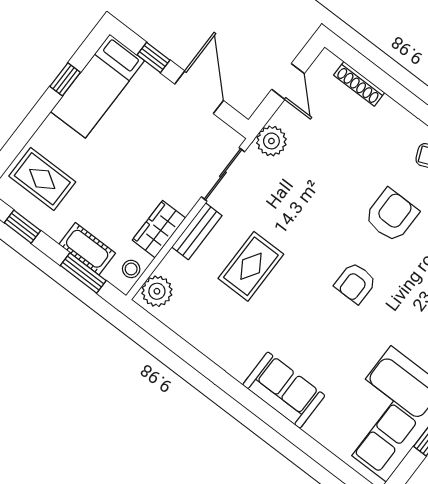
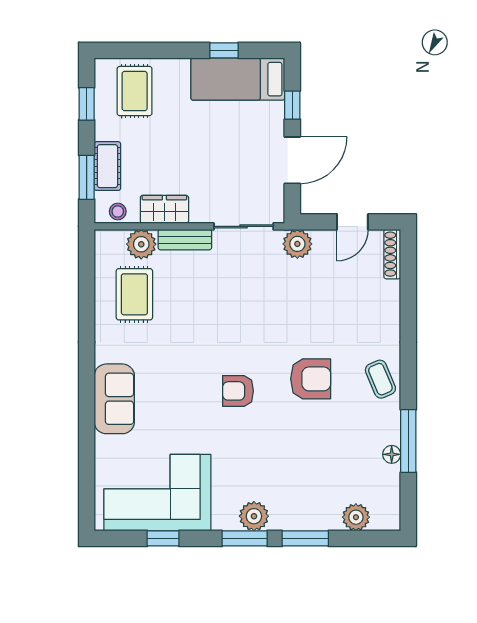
shoe rack: (359, 84) -> (392, 254), moved
rug: (251, 266) -> (134, 294), moved, turned 90
plant: (157, 291) -> (141, 244), moved

